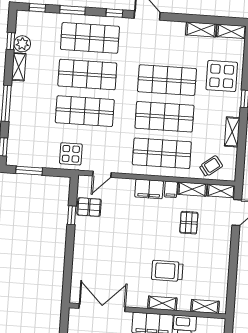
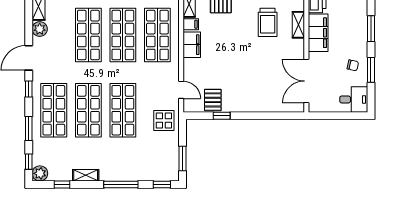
plant: (177, 29) -> (40, 29), added
plant: (22, 44) -> (40, 173), moved

